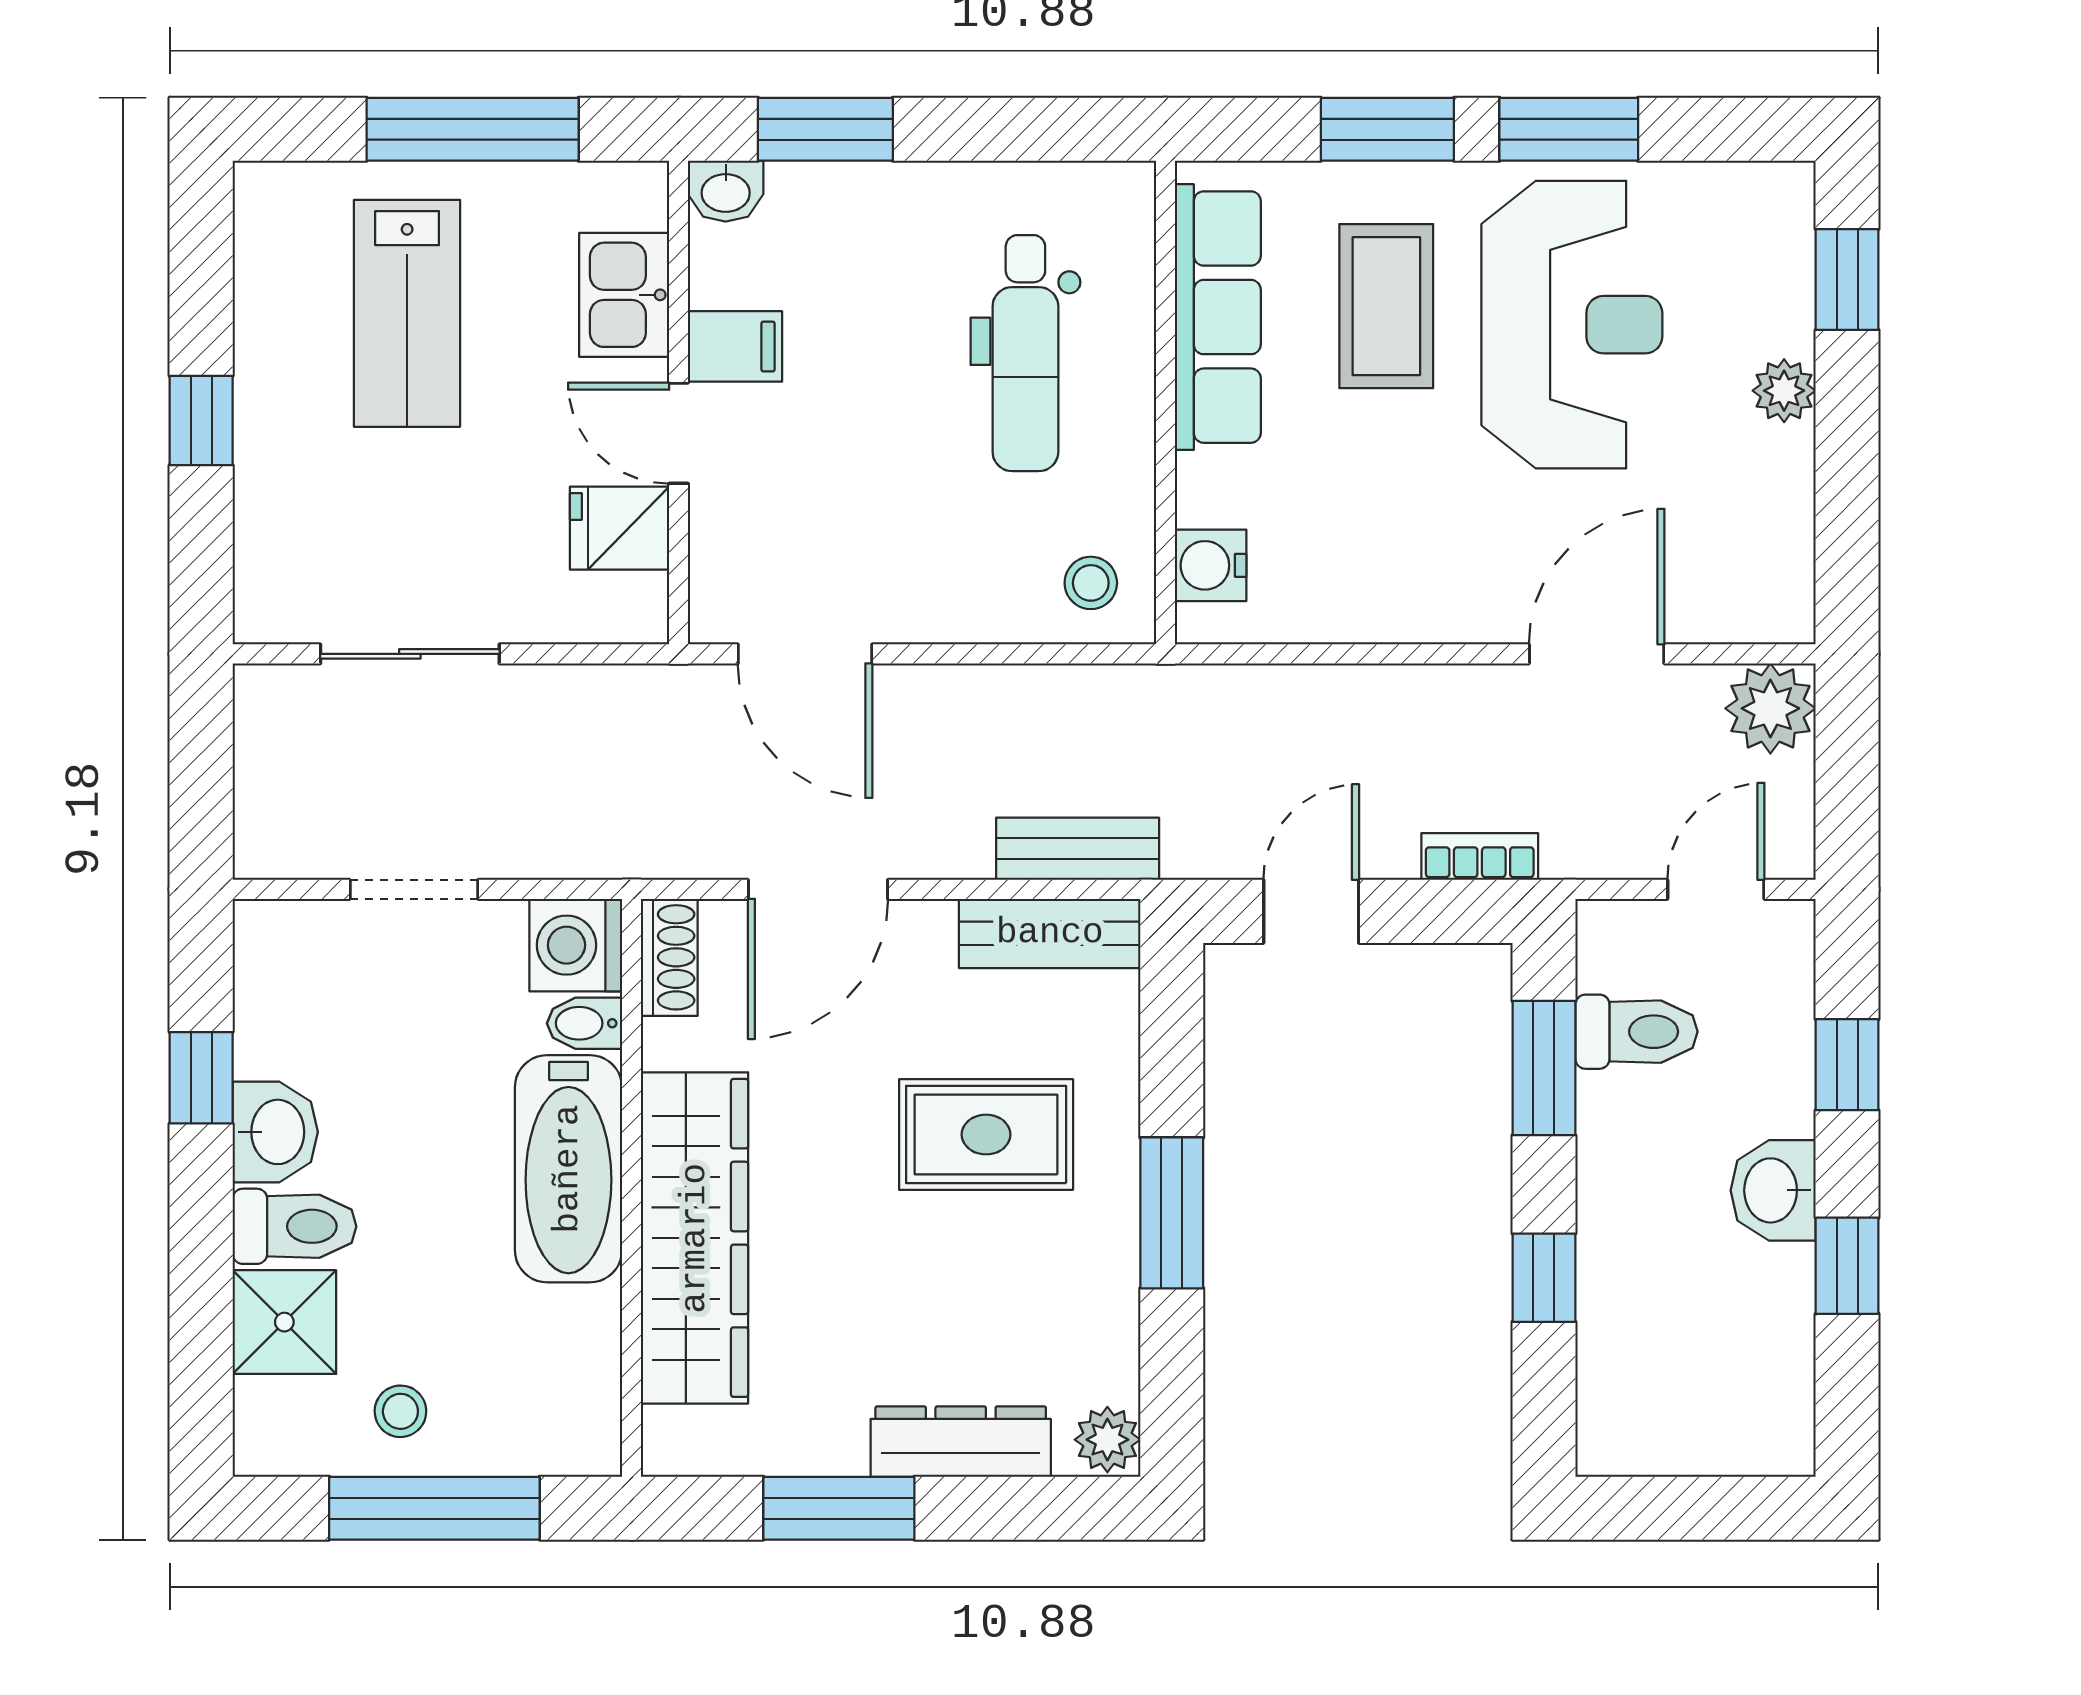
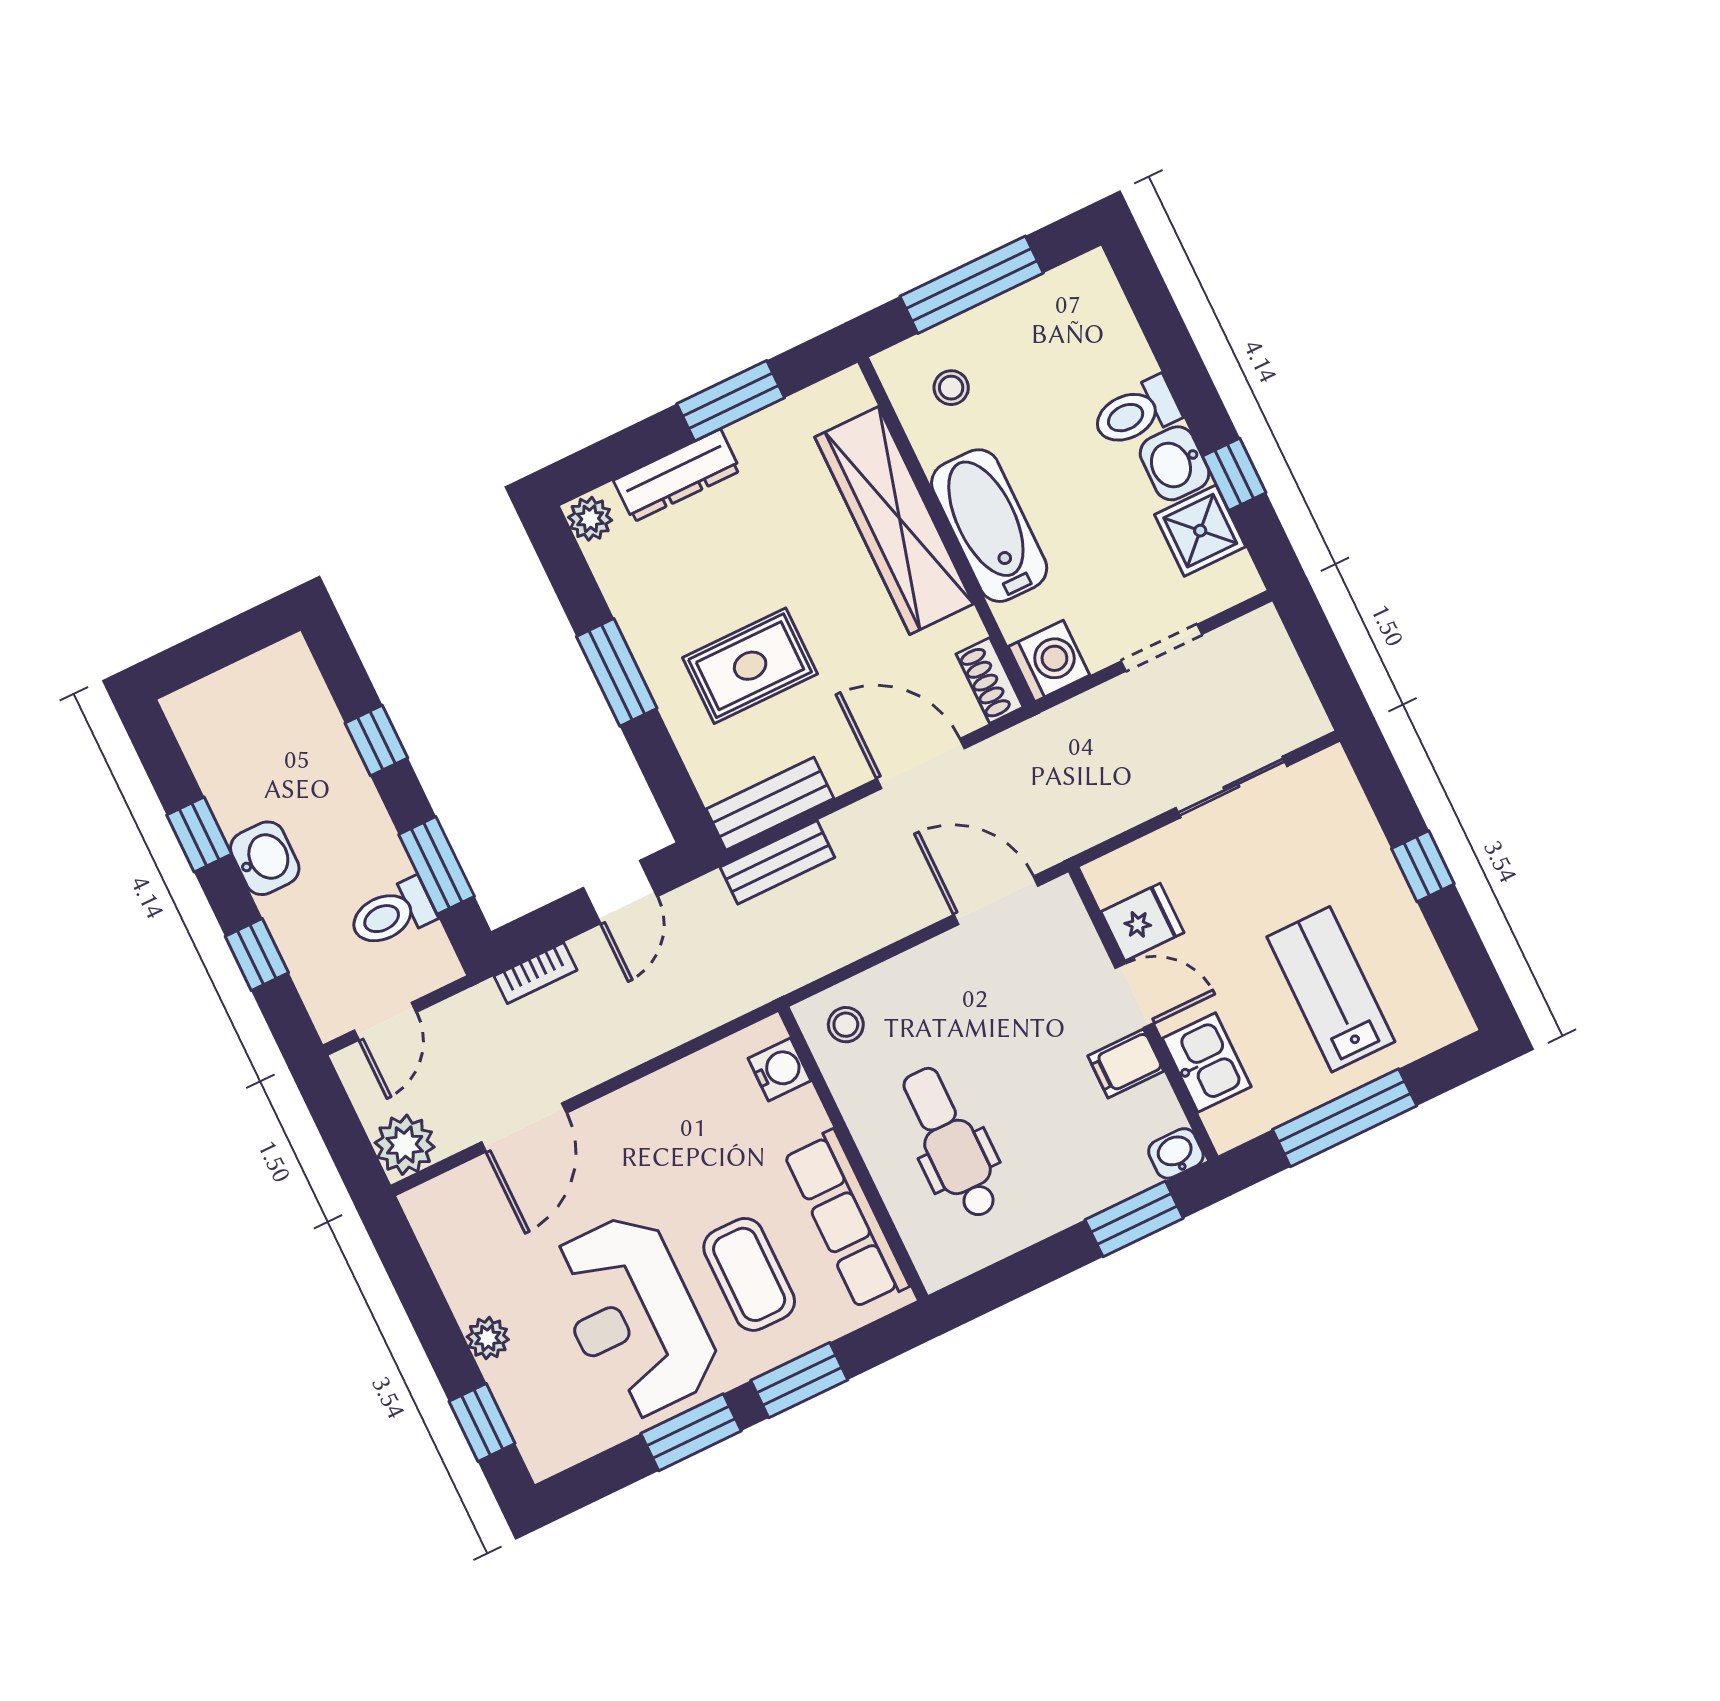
door: (818, 889) -> (921, 764), hinge flipped
bidet: (584, 1023) -> (1021, 617), removed
shower: (284, 1322) -> (1200, 531), moved
stool: (400, 1411) -> (951, 388), moved

